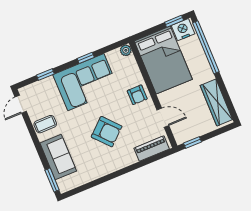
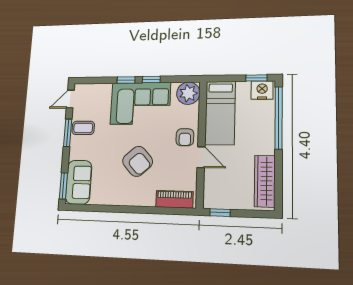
plant: (126, 50) -> (188, 93), width x1.87, depth x1.87
bed: (163, 60) -> (220, 113), width x0.67
window: (45, 75) -> (126, 80), moved
door: (163, 118) -> (201, 157), moved
window: (33, 134) -> (68, 133), added
sofa: (58, 157) -> (79, 182), moved

